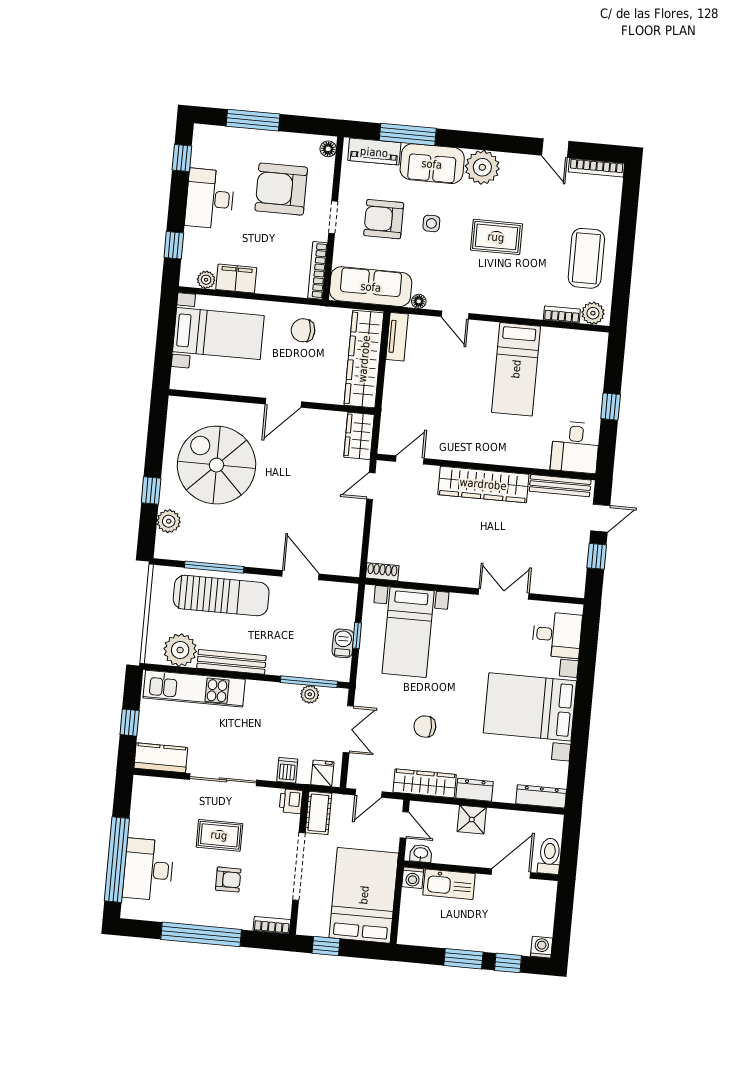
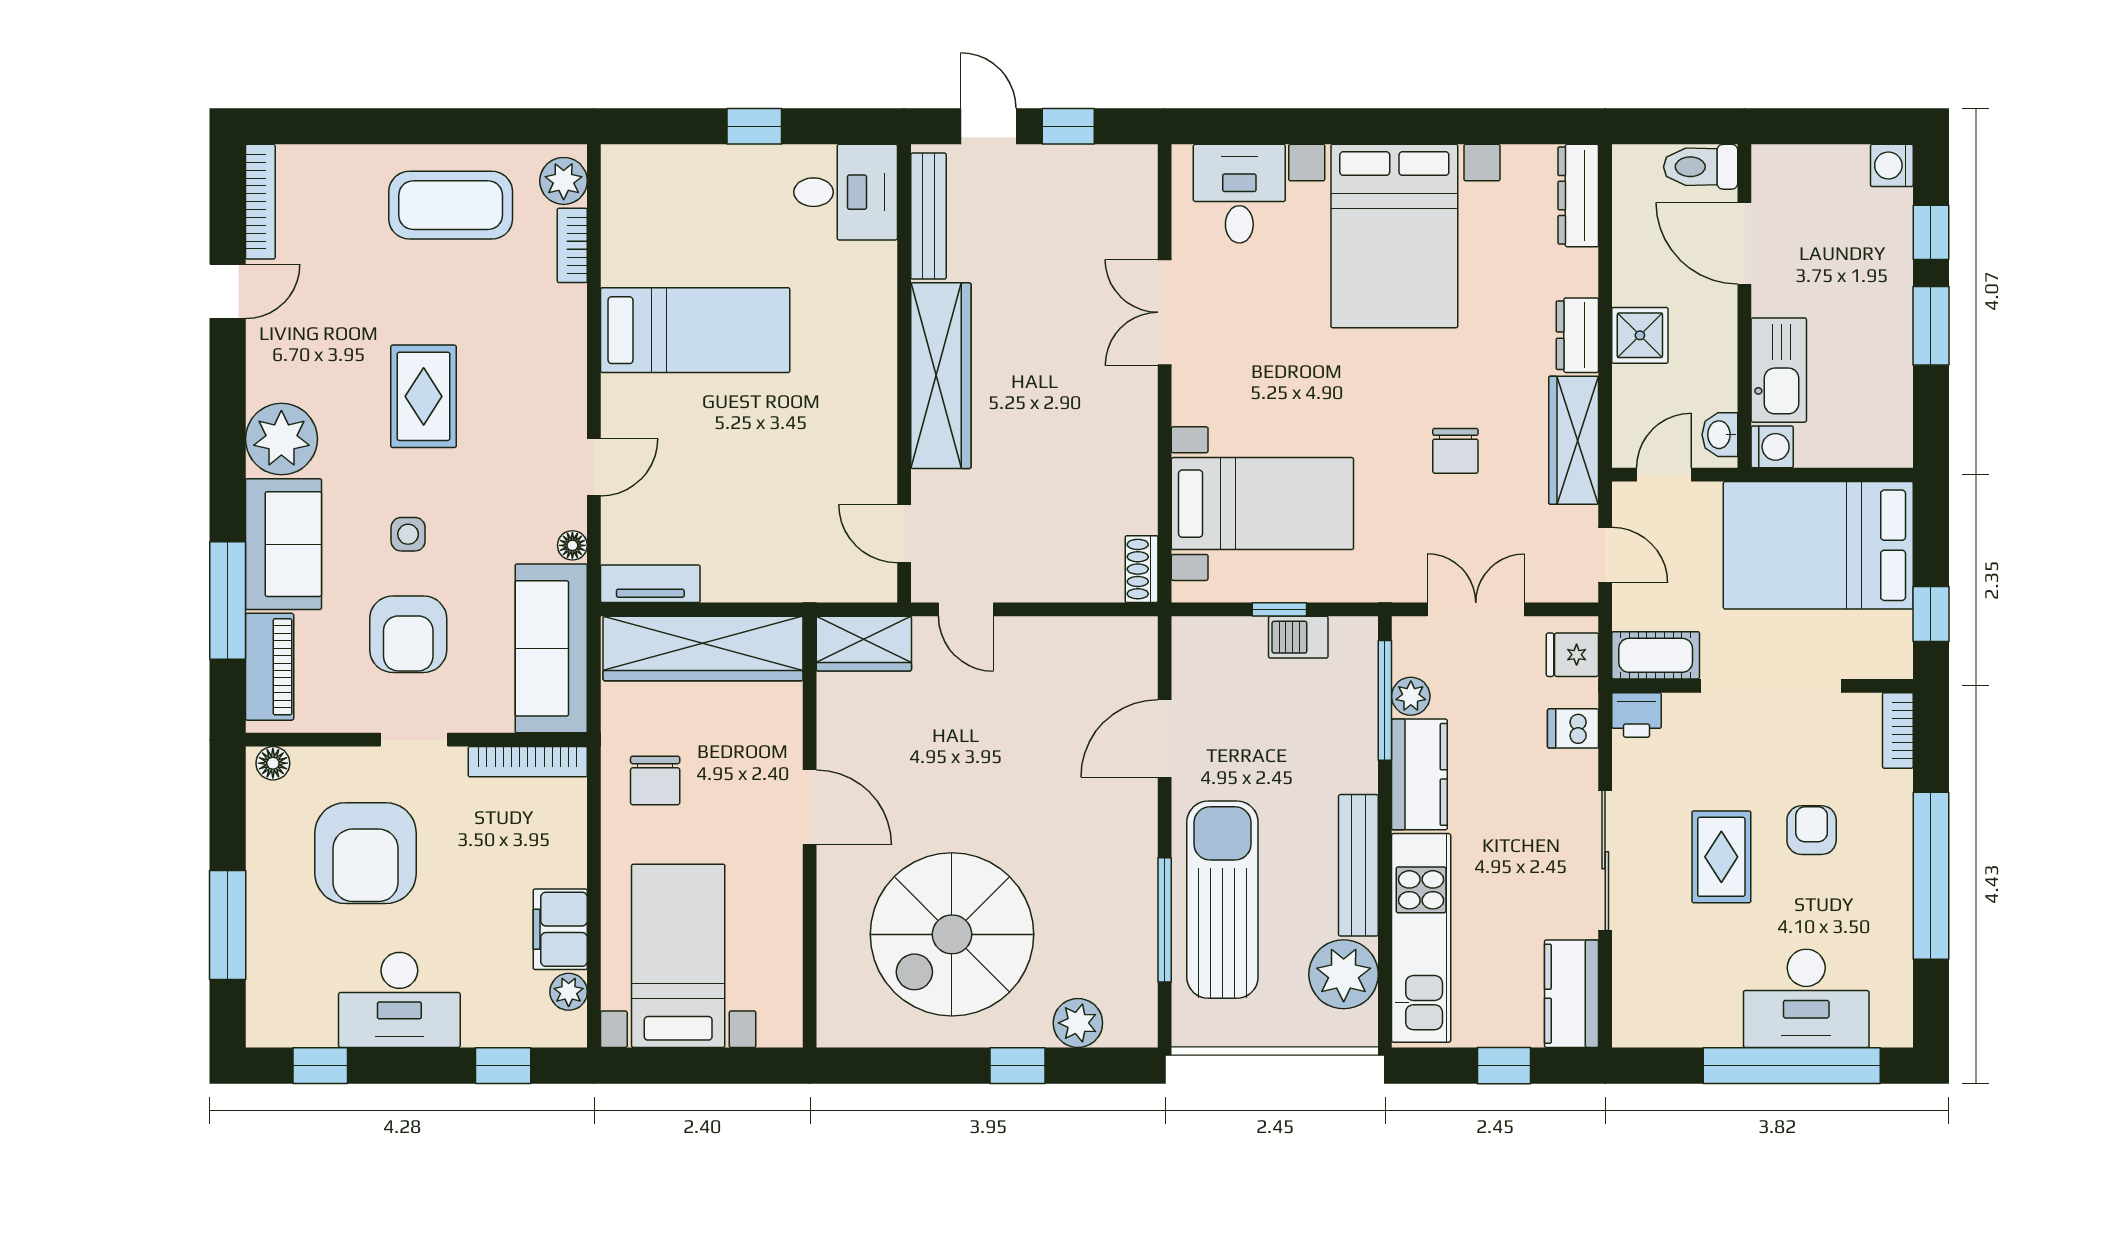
kitchen counter: (272, 695) -> (1419, 774), added

